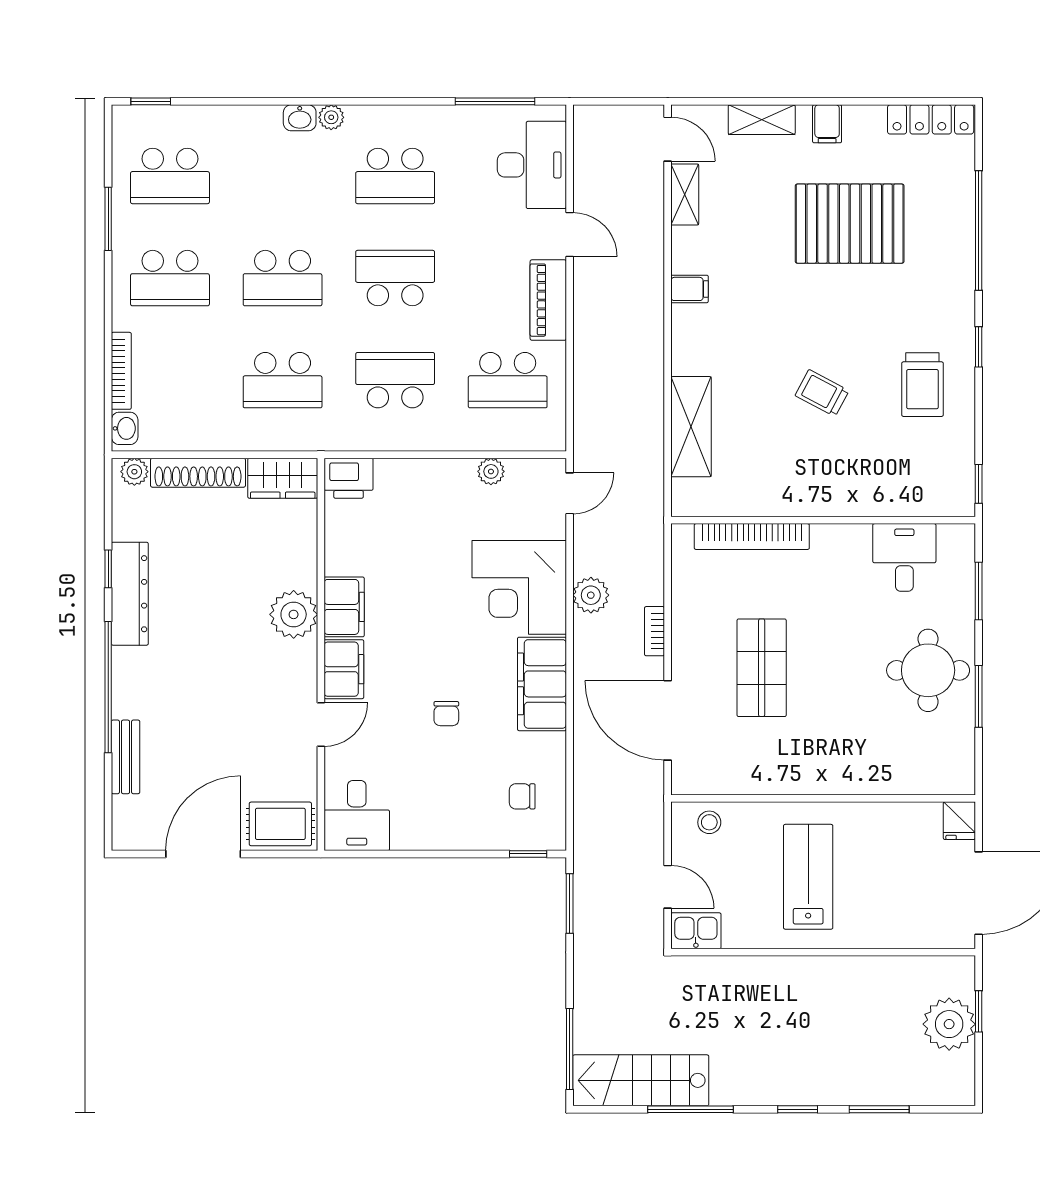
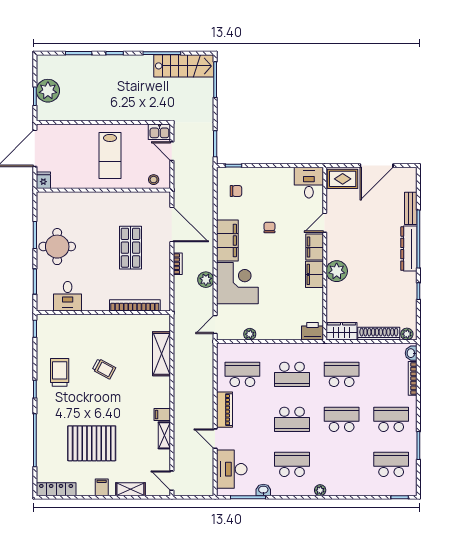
washbasin: (300, 118) -> (263, 490), moved
shelving: (685, 195) -> (164, 435), moved
dresser: (130, 594) -> (409, 249), moved

